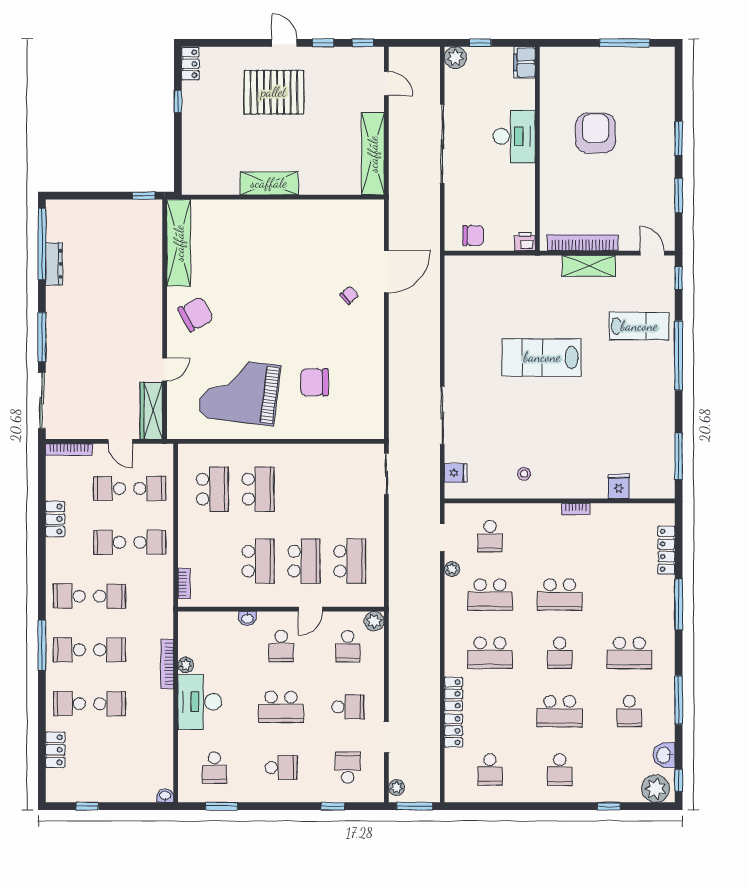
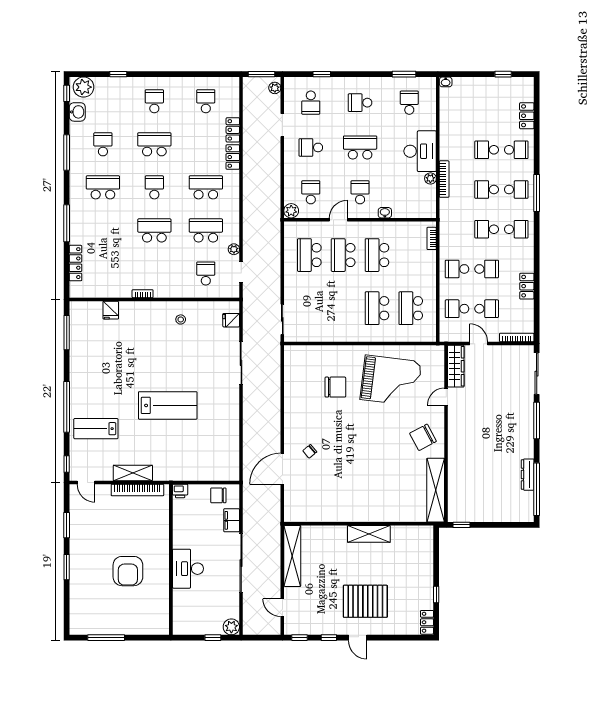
filing cabinet: (525, 62) -> (232, 520), moved, turned 180

